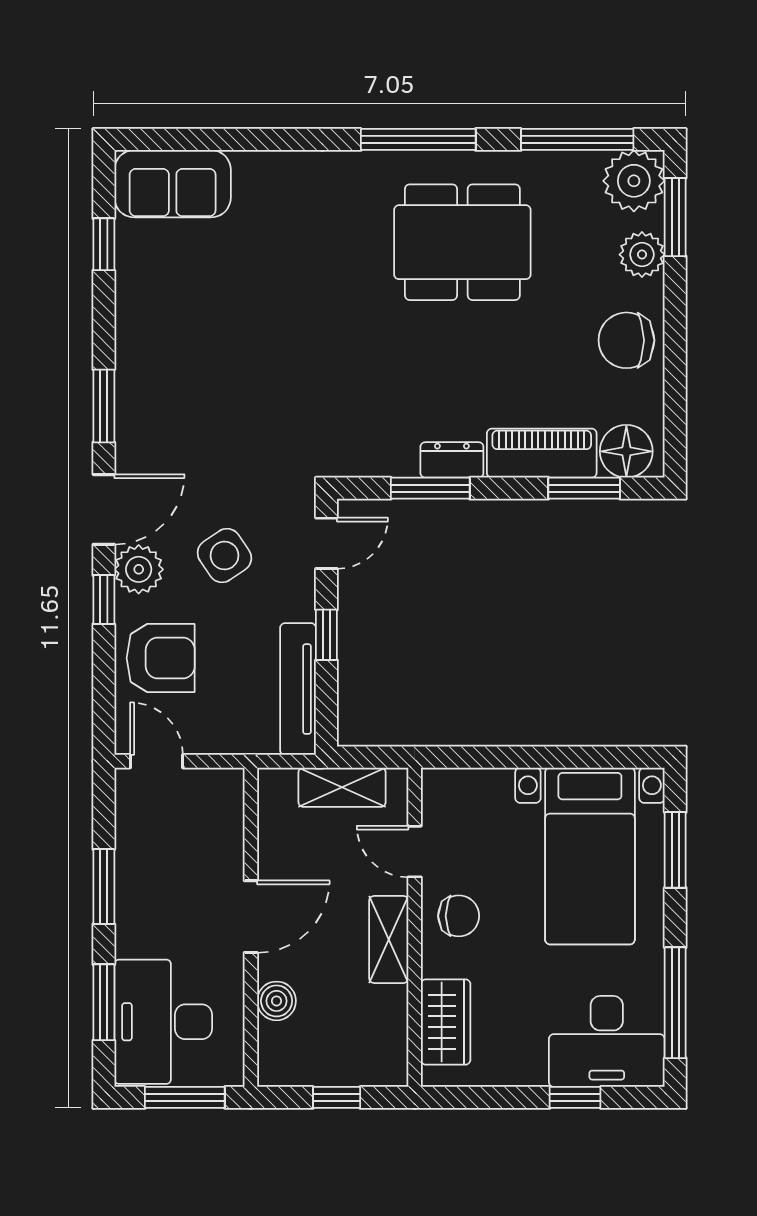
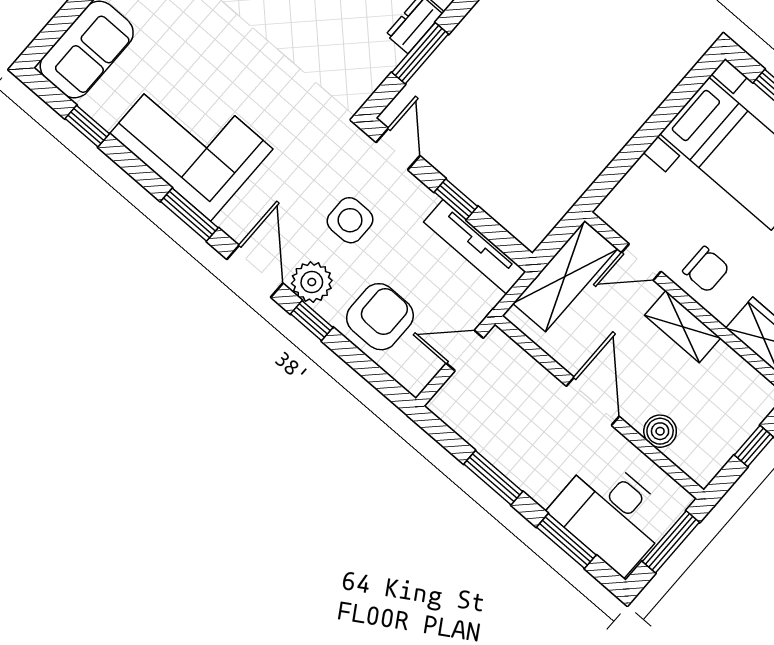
corner sofa: (171, 350) -> (191, 141), added
side table: (224, 555) -> (350, 220), turned 34
door: (157, 761) -> (465, 351), moved
shelving: (342, 787) -> (565, 276), width x1.50, depth x1.33
chair: (459, 916) -> (706, 269), turned 90

